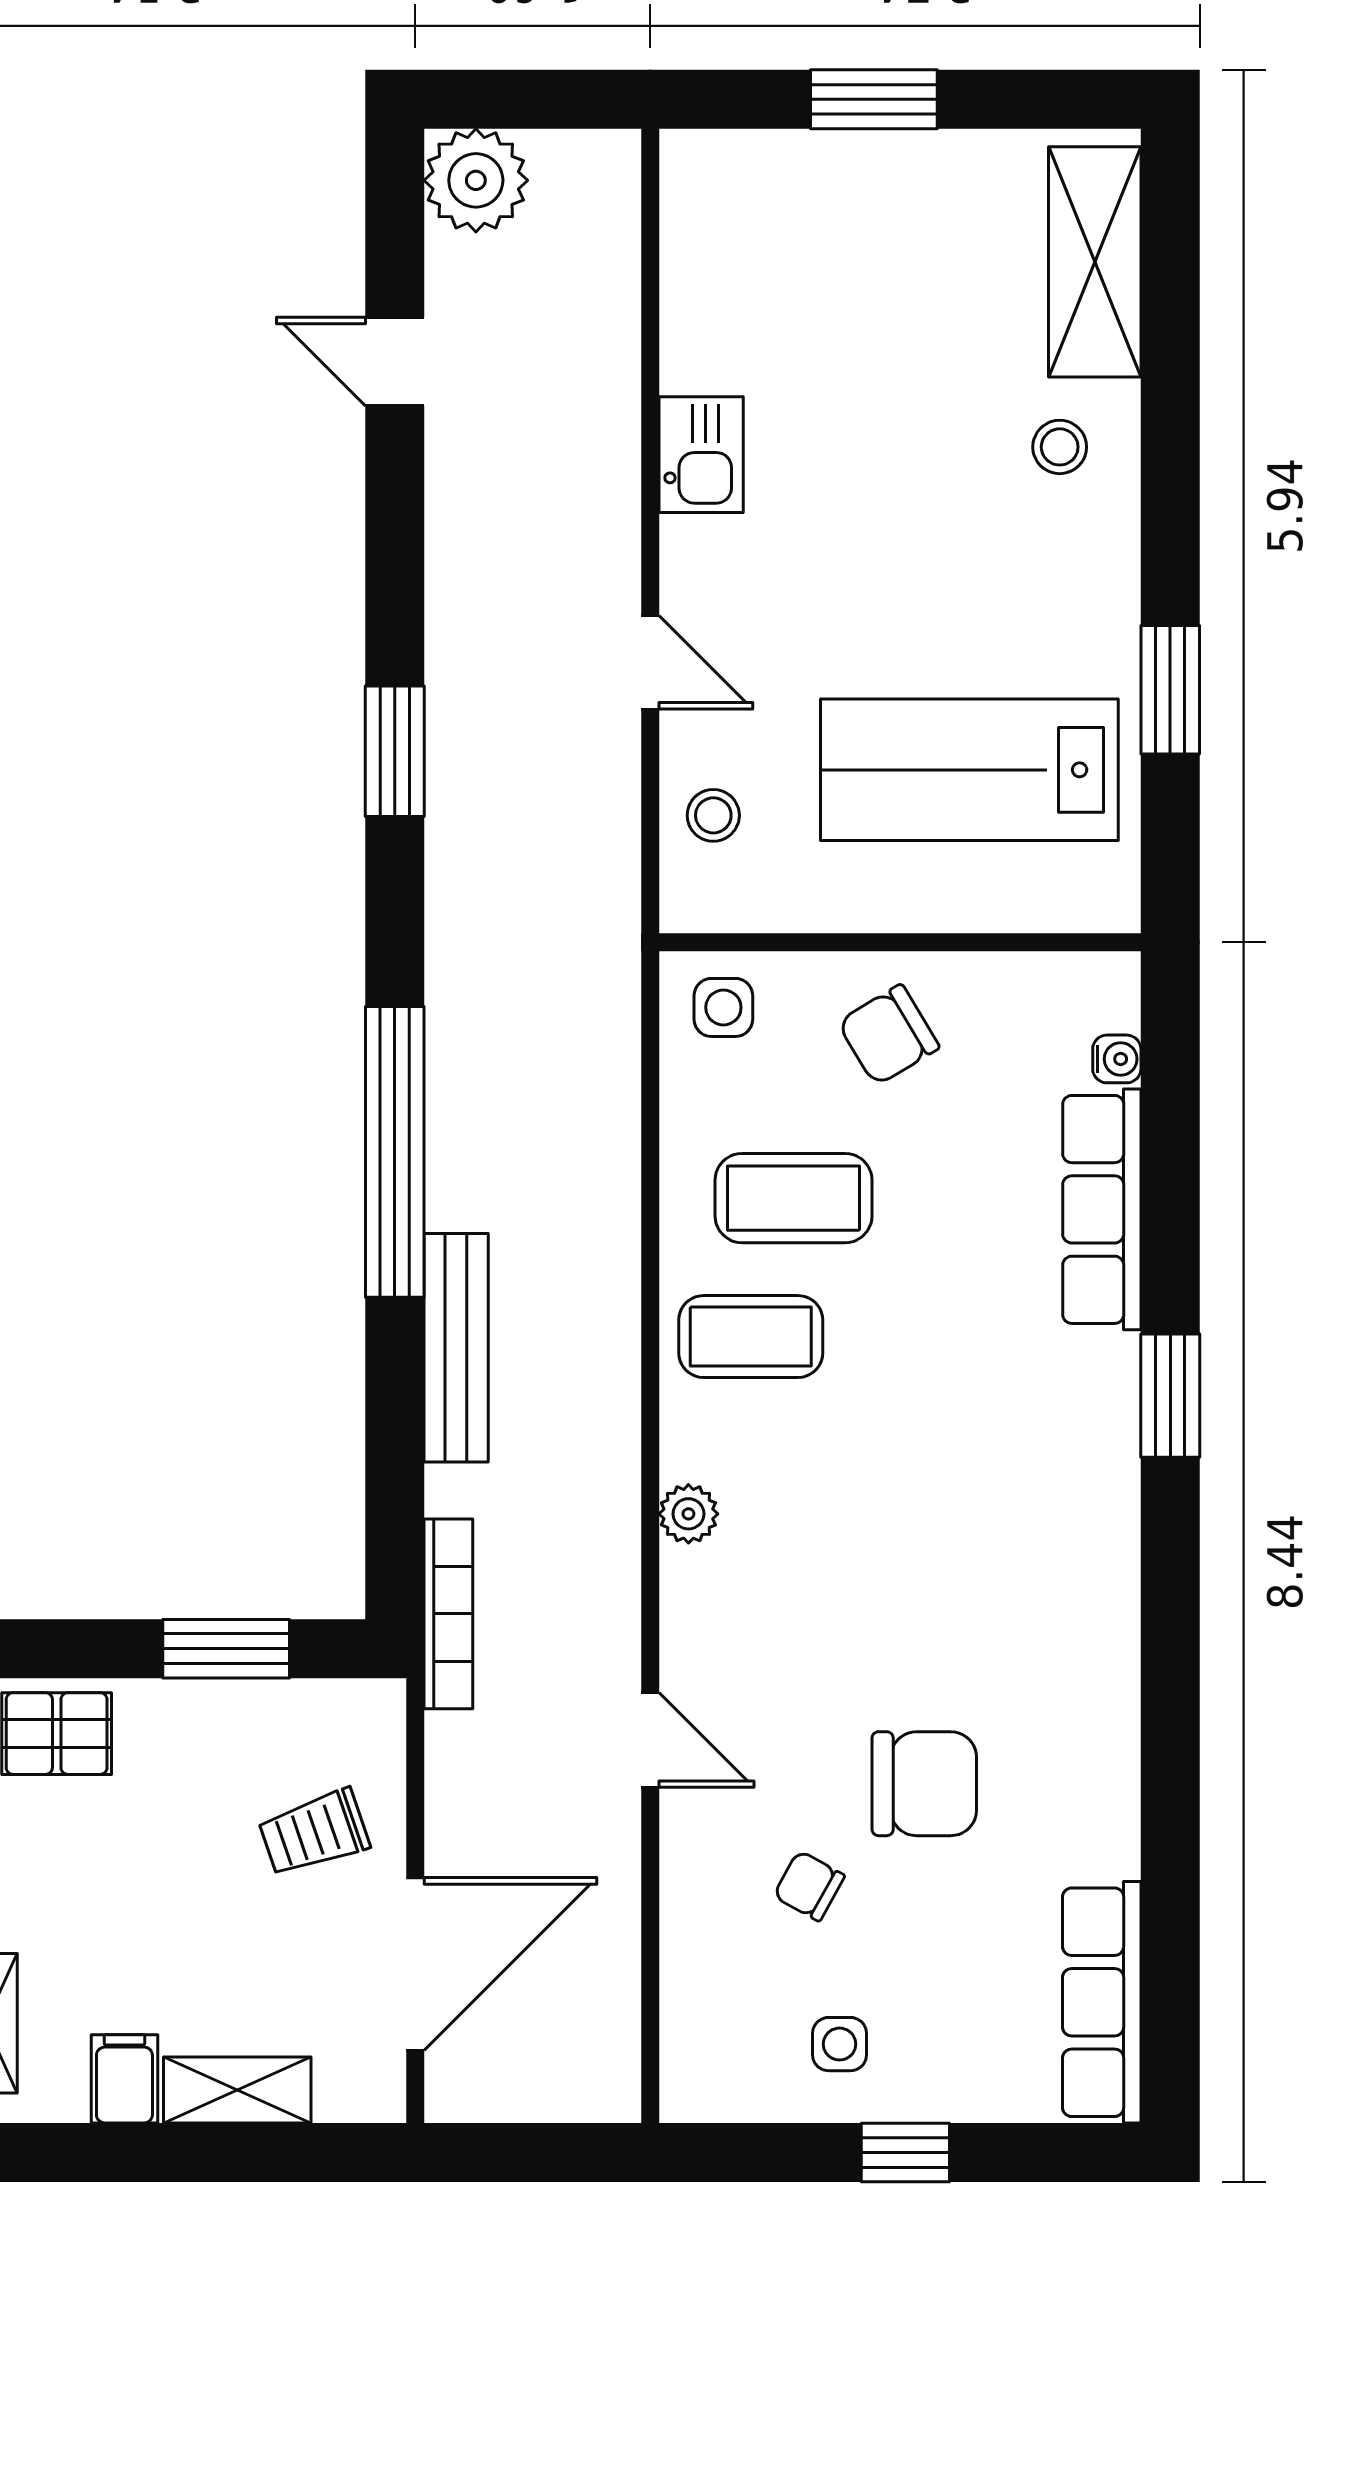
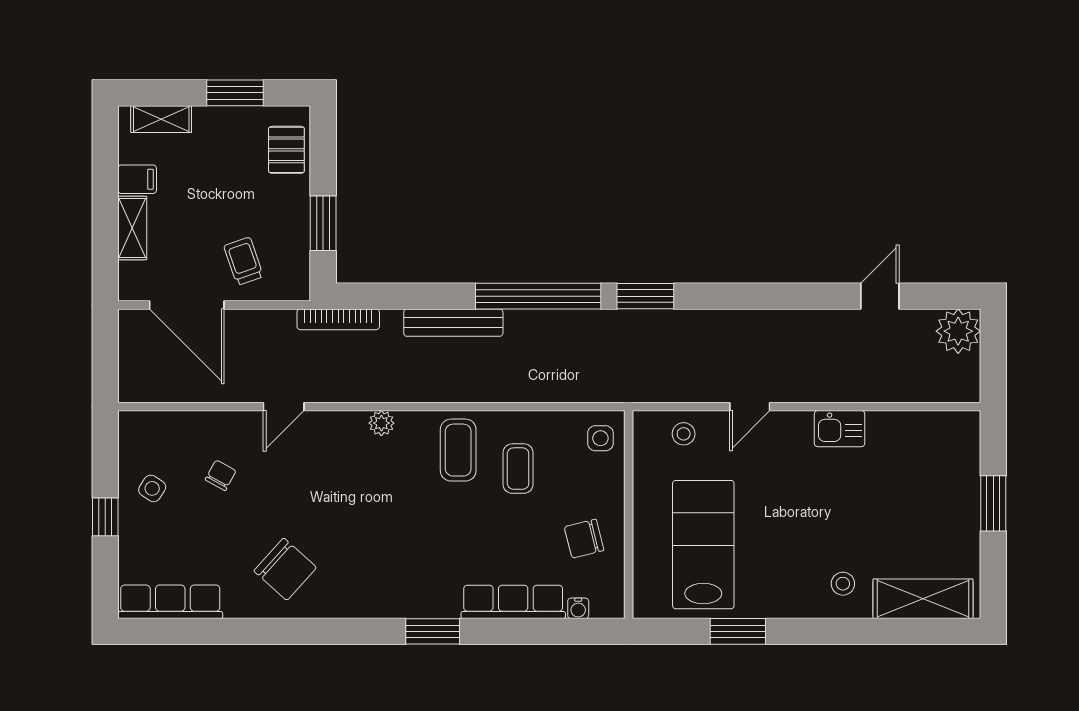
window: (395, 751) -> (645, 296), moved
chair: (888, 1035) -> (584, 539), moved, turned -73
coffee table: (794, 1198) -> (518, 469), width x0.73, depth x0.77
chair: (924, 1784) -> (285, 569), moved, turned -48
side table: (840, 2044) -> (152, 488), turned 33

